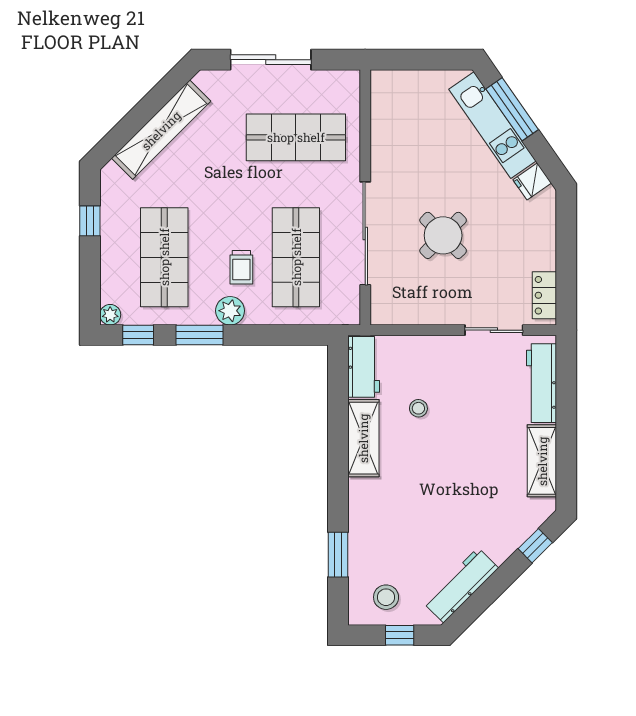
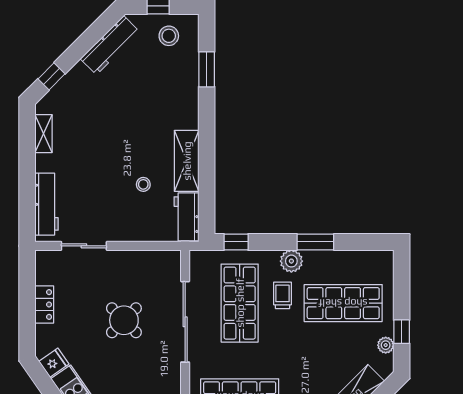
shop shelf: (164, 257) -> (343, 303), turned 90
locker: (544, 295) -> (44, 304), moved
plant: (110, 315) -> (386, 345), moved
window: (138, 335) -> (236, 242), moved
shelving: (542, 461) -> (43, 134), width x0.67, depth x0.75

